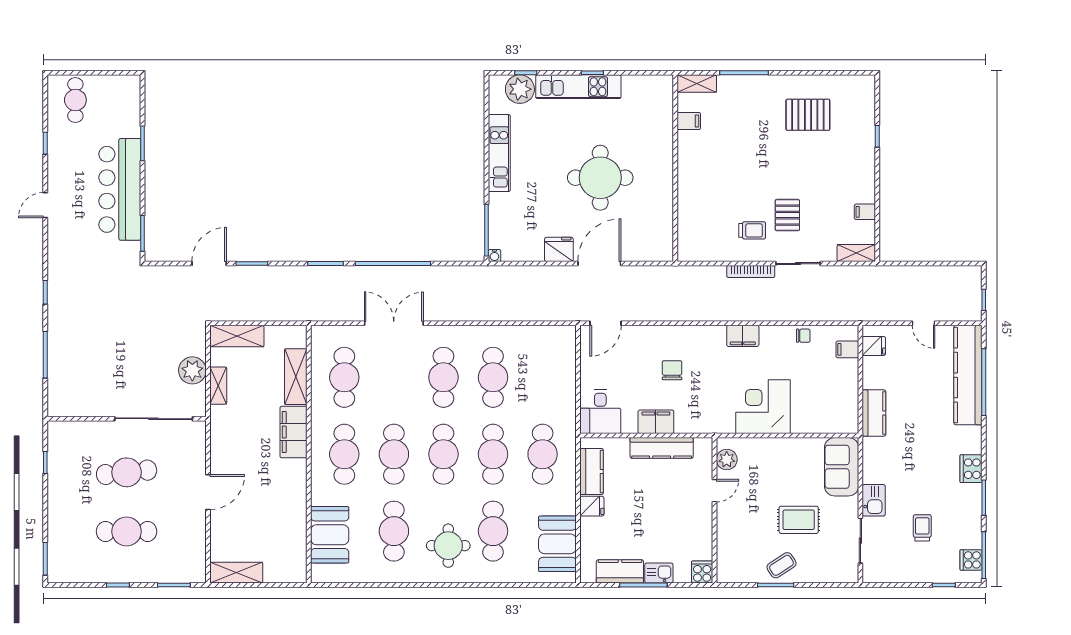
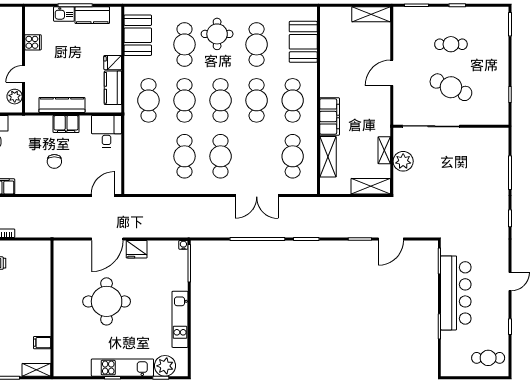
cafe table: (75, 100) -> (488, 358), turned 90
cafe table: (127, 472) -> (451, 87), turned 30
cafe table: (127, 531) -> (451, 44), width x0.73, depth x0.74
cooker: (702, 572) -> (33, 42), moved, turned -90

